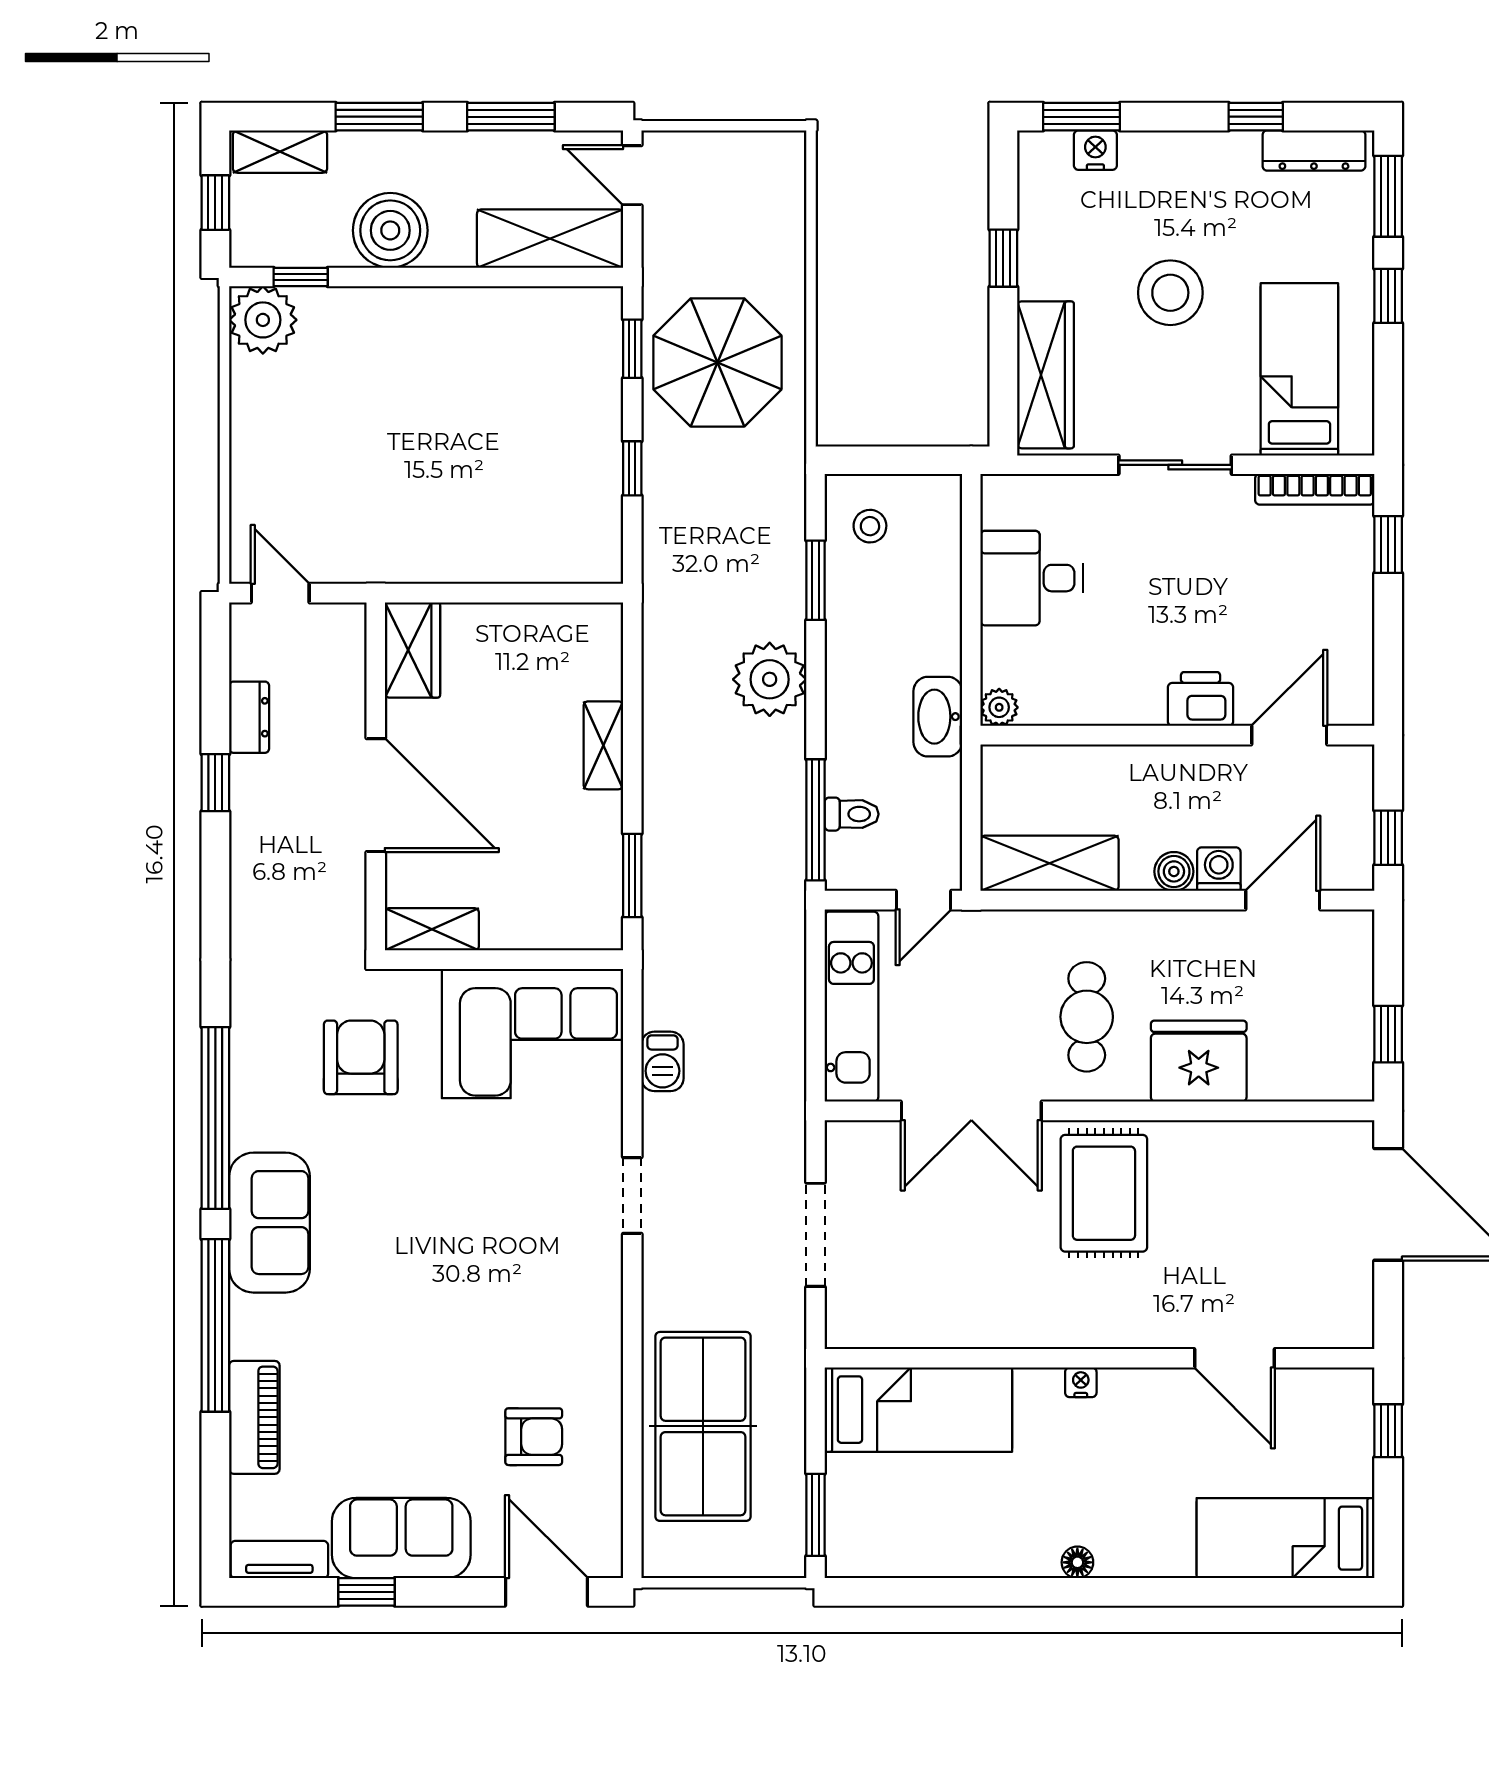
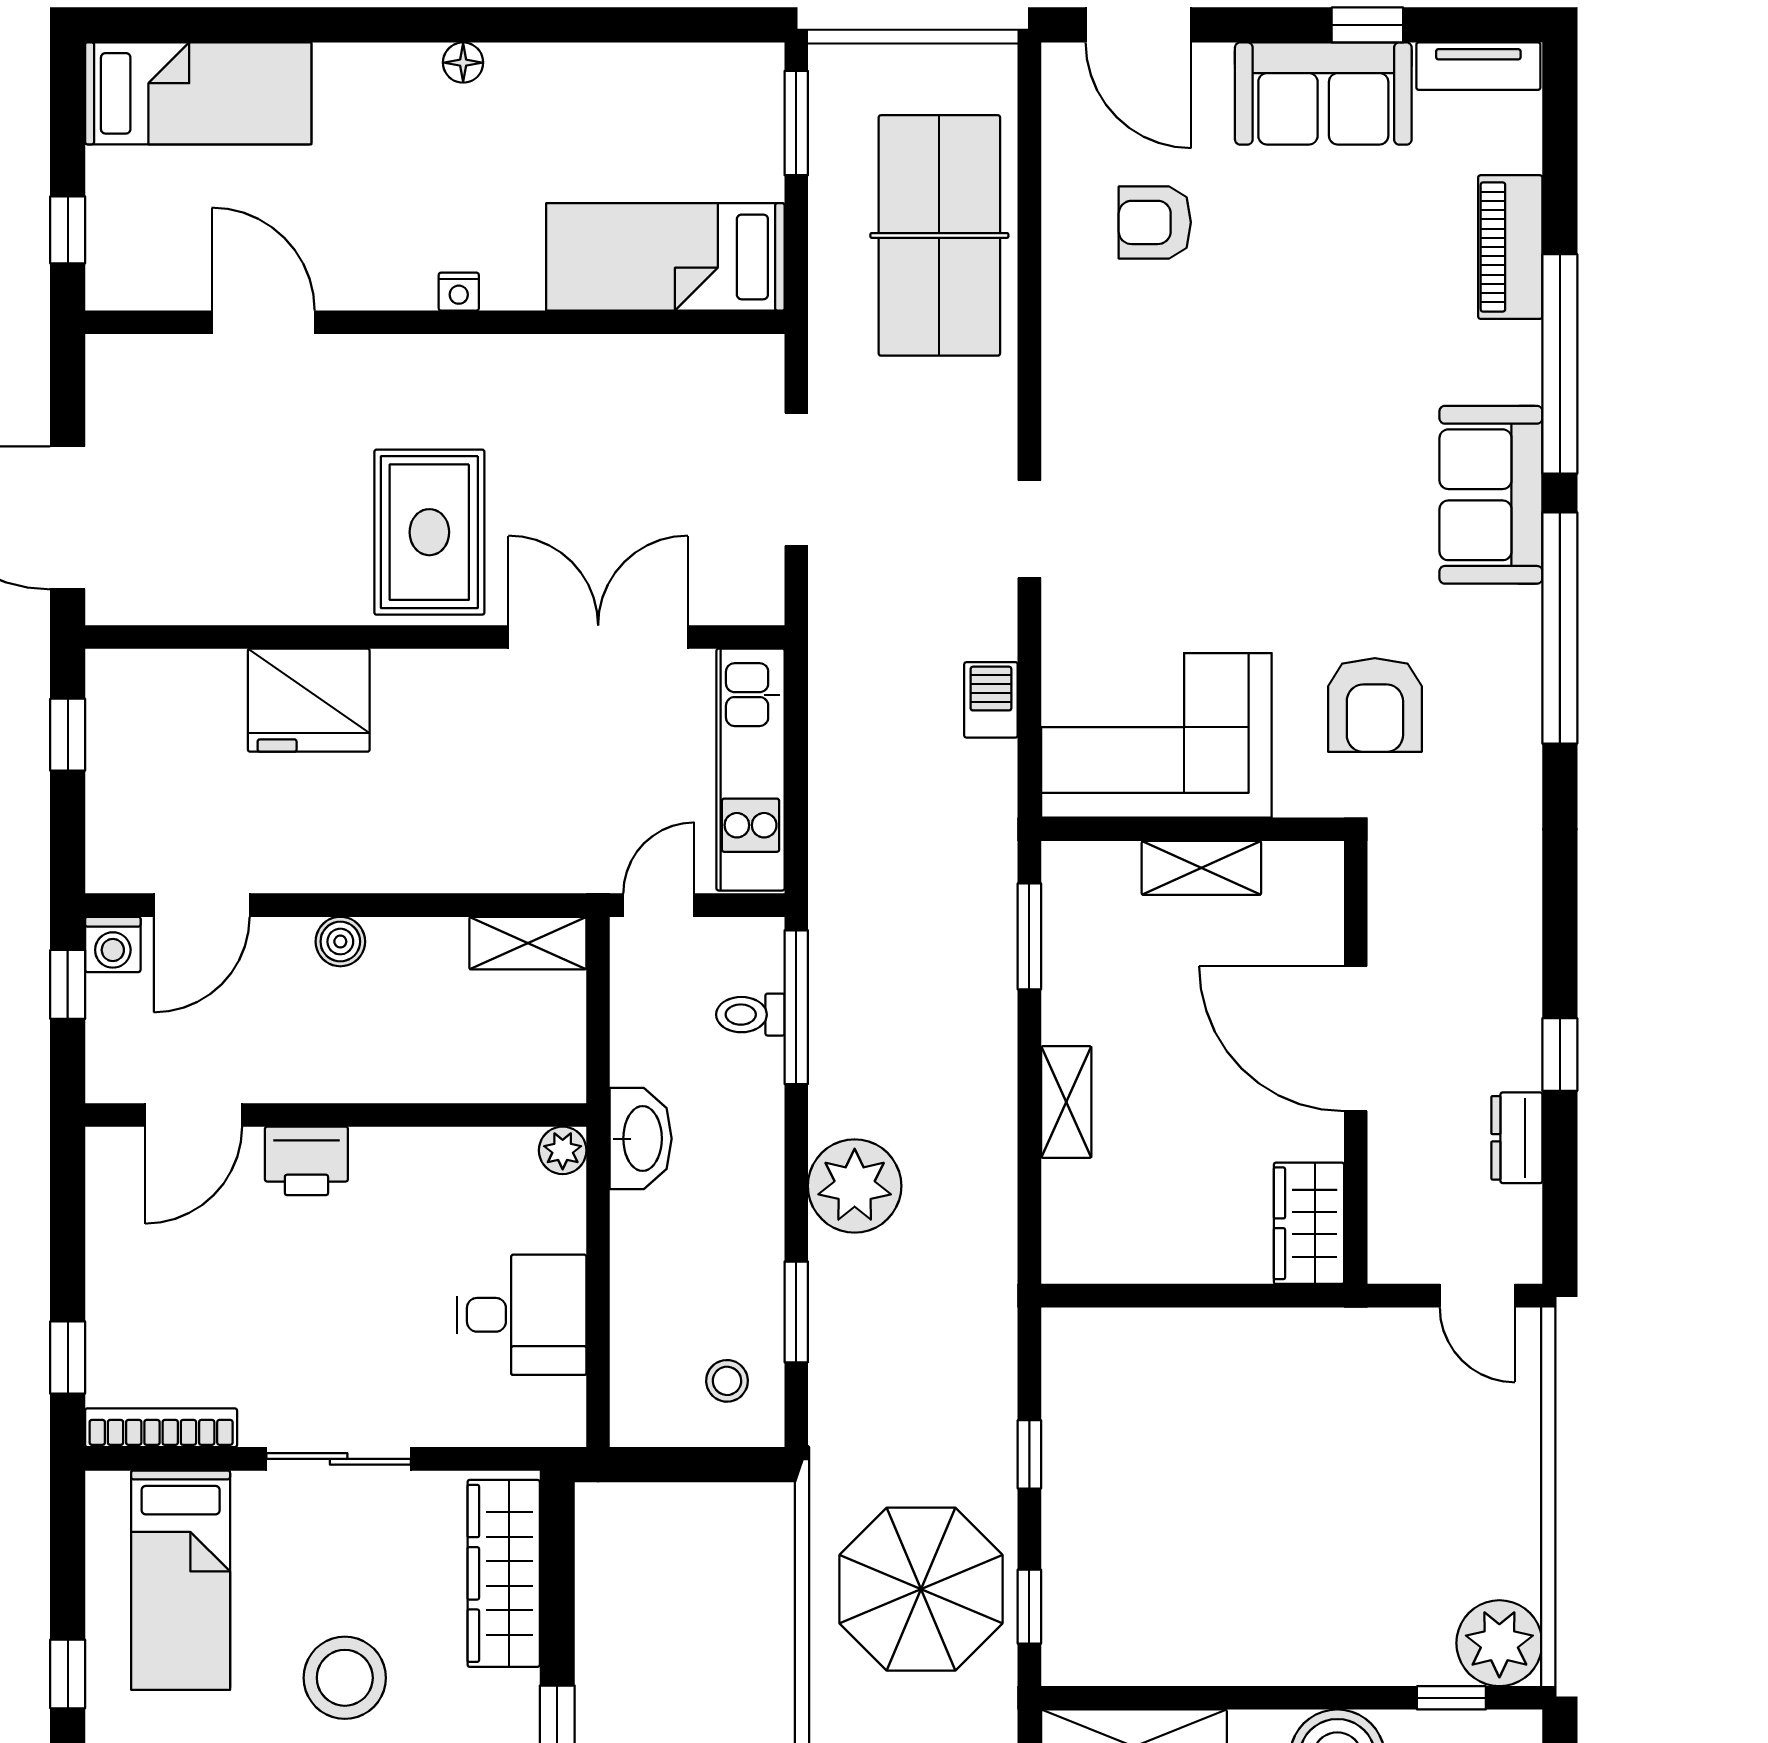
shelving: (1050, 863) -> (528, 943), width x0.67, depth x0.75
washing machine: (1219, 869) -> (113, 944), moved
shelving: (432, 929) -> (1201, 868), moved
cafe table: (1087, 1017) -> (451, 757), removed

